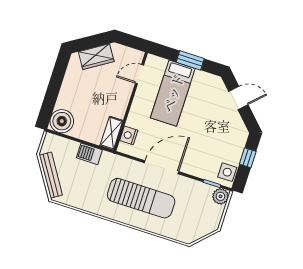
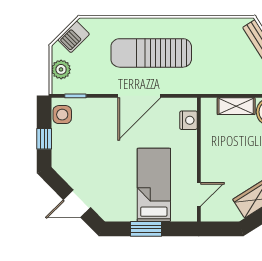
shelving: (111, 133) -> (236, 106), moved, turned 90
barbecue: (89, 154) -> (74, 37), moved, turned 135
plant: (220, 196) -> (61, 69), moved

